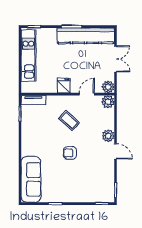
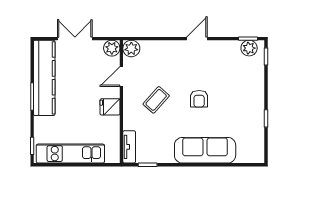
door: (87, 94) -> (121, 76), hinge flipped
plant: (108, 136) -> (249, 48), moved
sofa: (31, 179) -> (205, 150), moved

